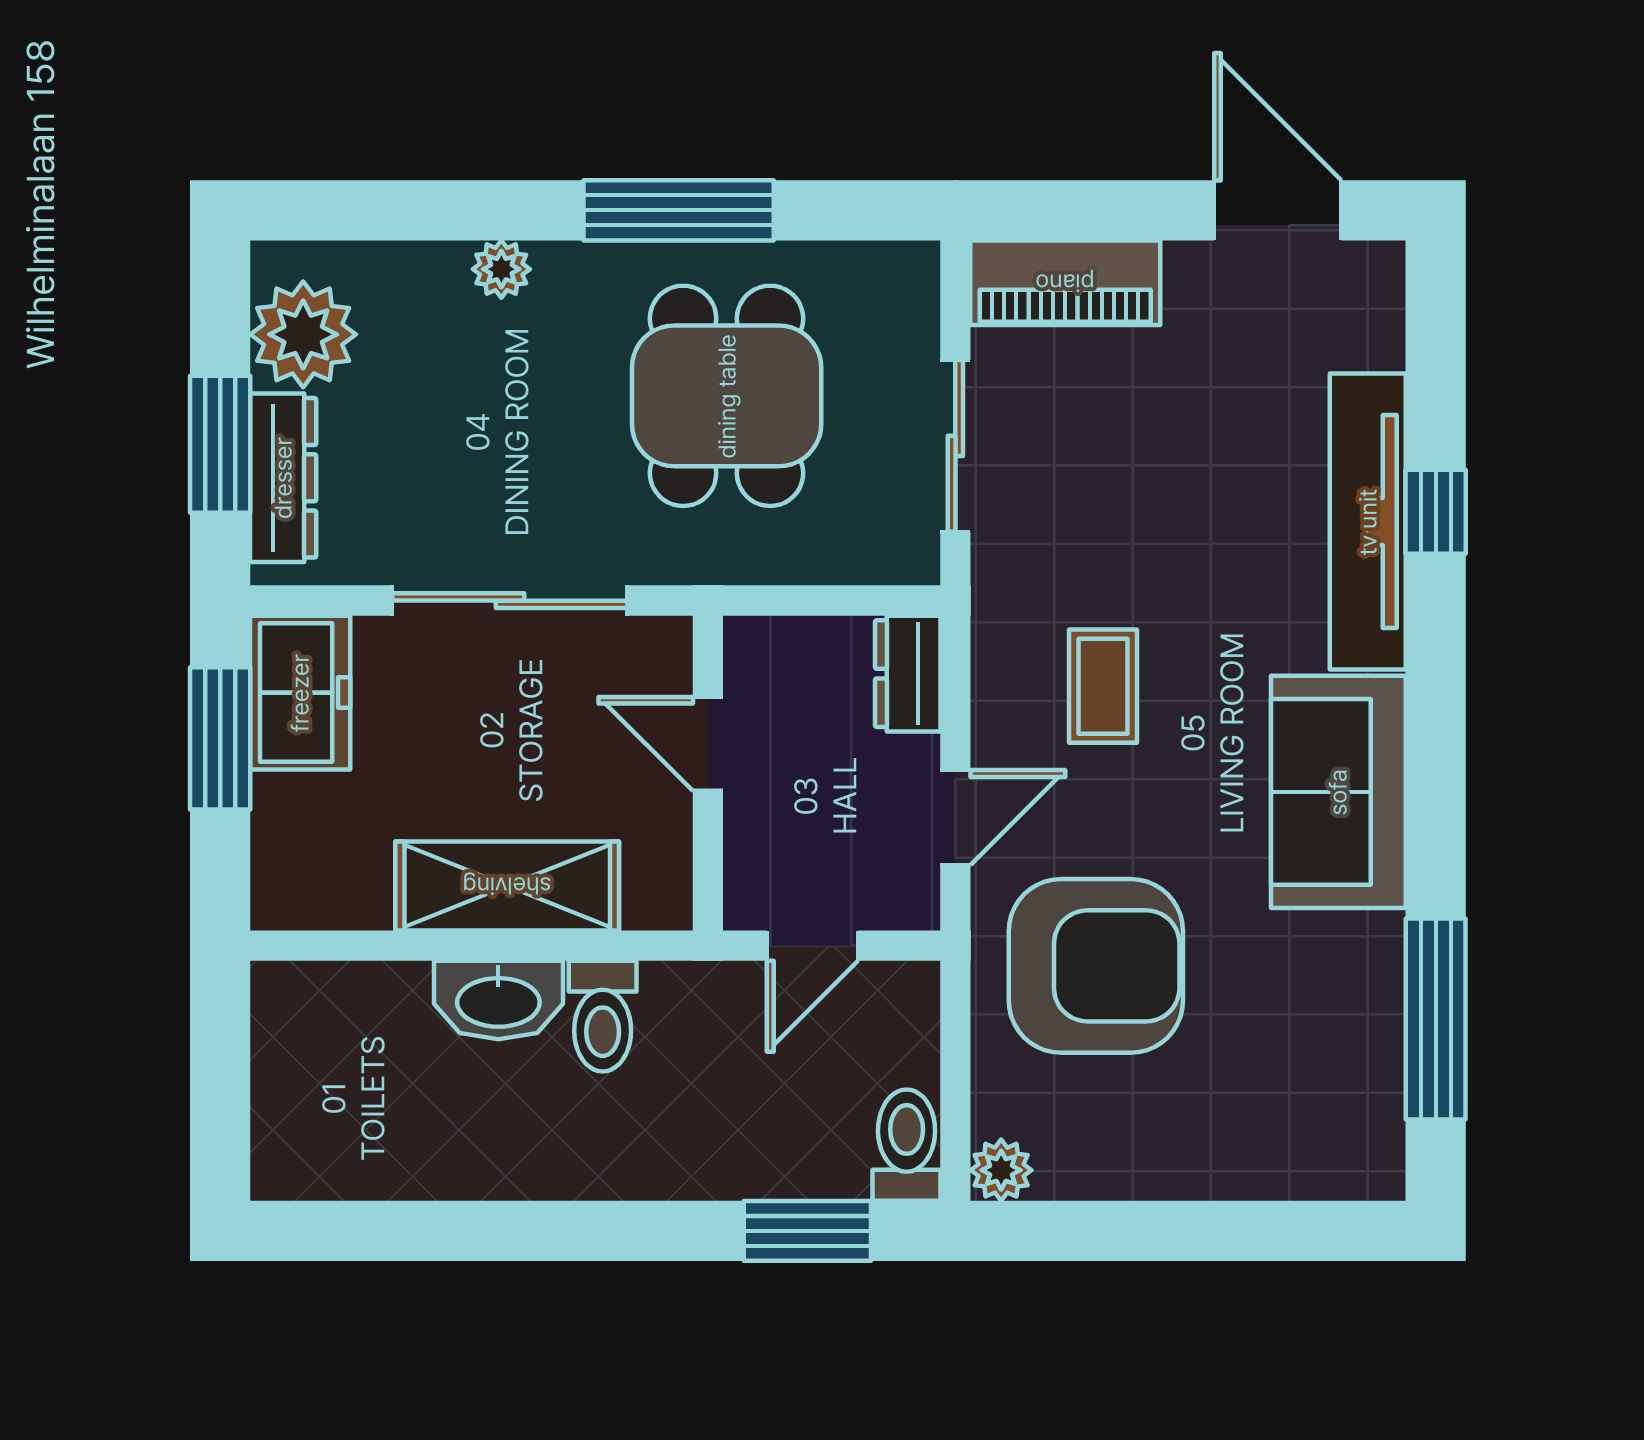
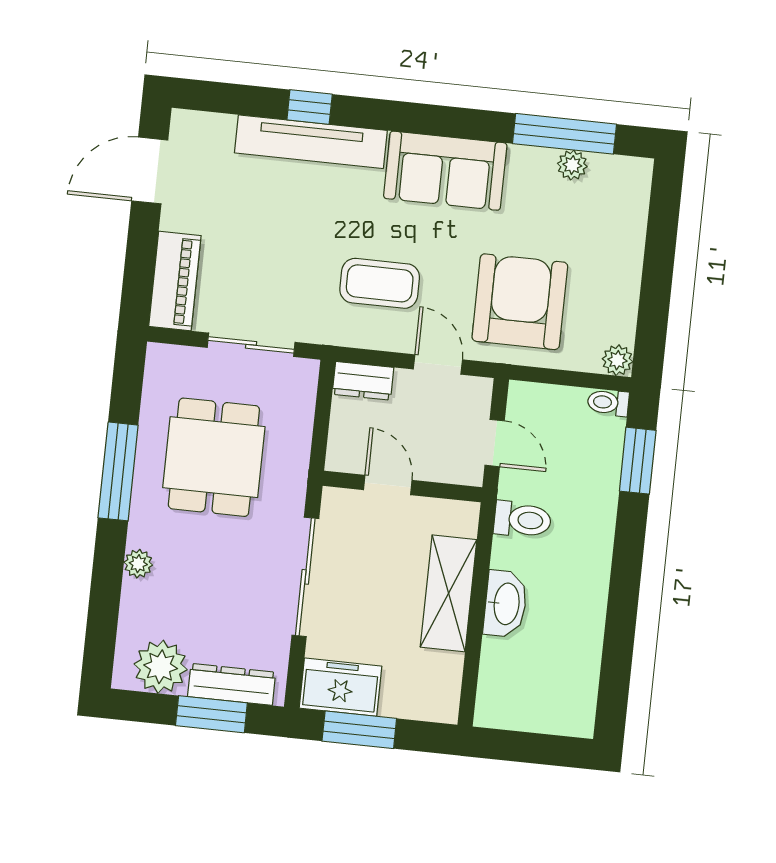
dining table: (727, 396) -> (214, 457), turned 90
coffee table: (1103, 686) -> (380, 283), width x1.36, depth x1.30
door: (708, 744) -> (388, 485), swing flipped
toilet: (603, 1016) -> (522, 520), moved
plant: (1376, 1041) -> (572, 165), added
toilet: (907, 1145) -> (608, 403), width x0.73, depth x0.72

